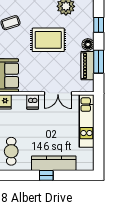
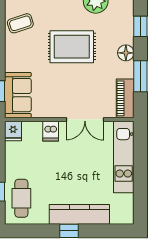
piano: (88, 66) -> (125, 98), moved

